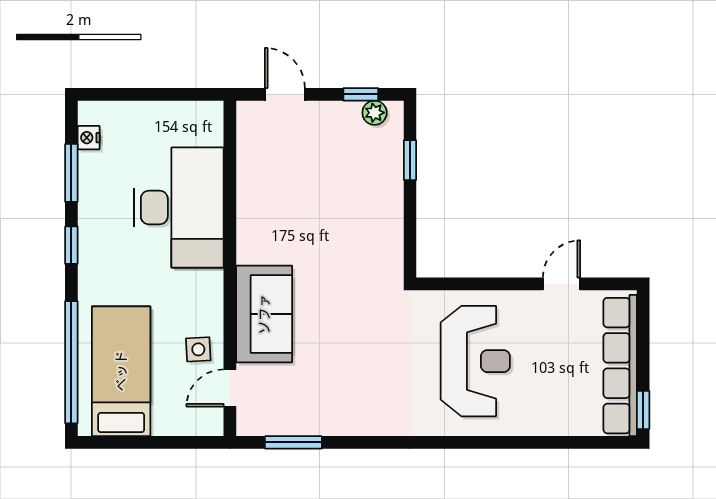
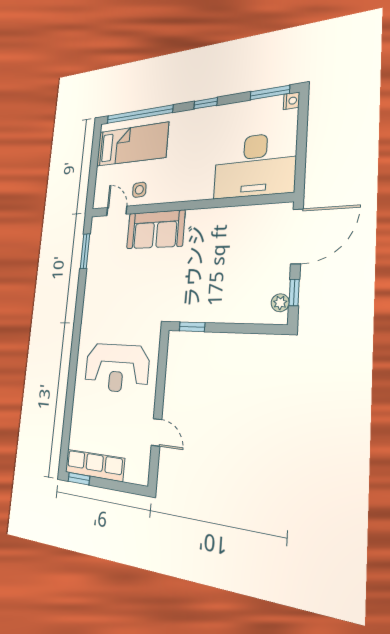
door: (285, 94) -> (297, 236), width x1.88
nightstand: (89, 138) -> (291, 101), moved, turned 90
window: (410, 160) -> (192, 327), moved
window: (71, 173) -> (270, 93), moved
desk: (179, 208) -> (255, 165), moved
row of seats: (620, 366) -> (94, 465), width x0.73

